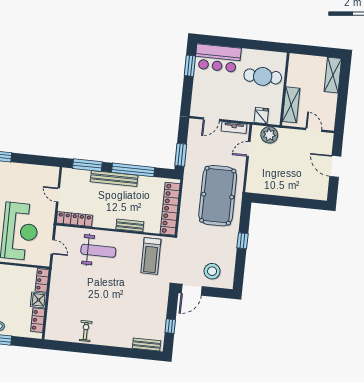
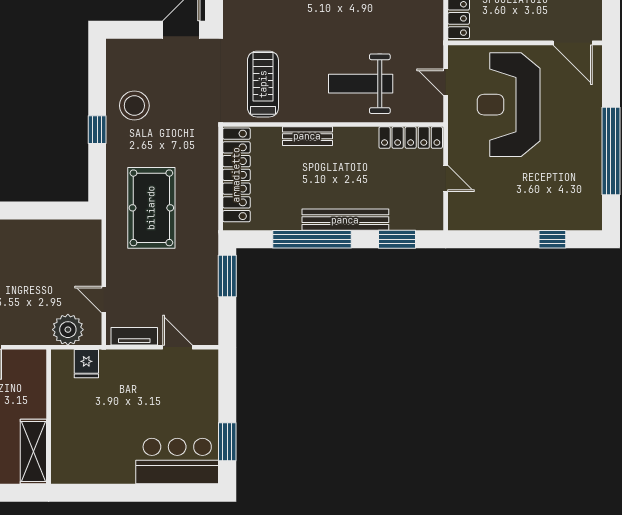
cafe table: (263, 76) -> (91, 436), removed
shelving: (291, 105) -> (33, 451), moved
door: (211, 119) -> (178, 347), hinge flipped
door: (248, 149) -> (104, 300), swing flipped
window: (87, 165) -> (397, 239), width x0.69
pool table: (218, 196) -> (151, 208), width x0.73, depth x0.76
stool: (212, 271) -> (134, 106), moved

